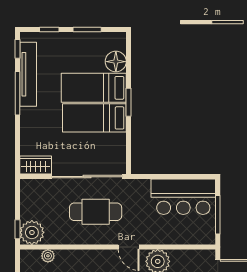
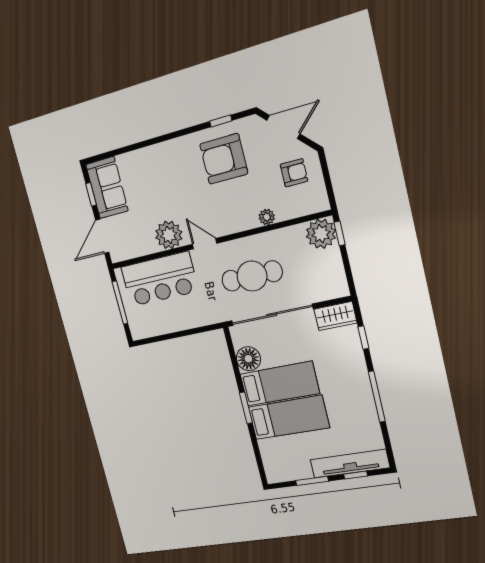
window: (17, 49) -> (363, 338), moved
floor lamp: (116, 62) -> (248, 359), moved
tv unit: (28, 74) -> (350, 464), moved, turned 90
bar counter: (183, 197) -> (159, 279), moved, turned 180
plant: (48, 256) -> (267, 217), moved

